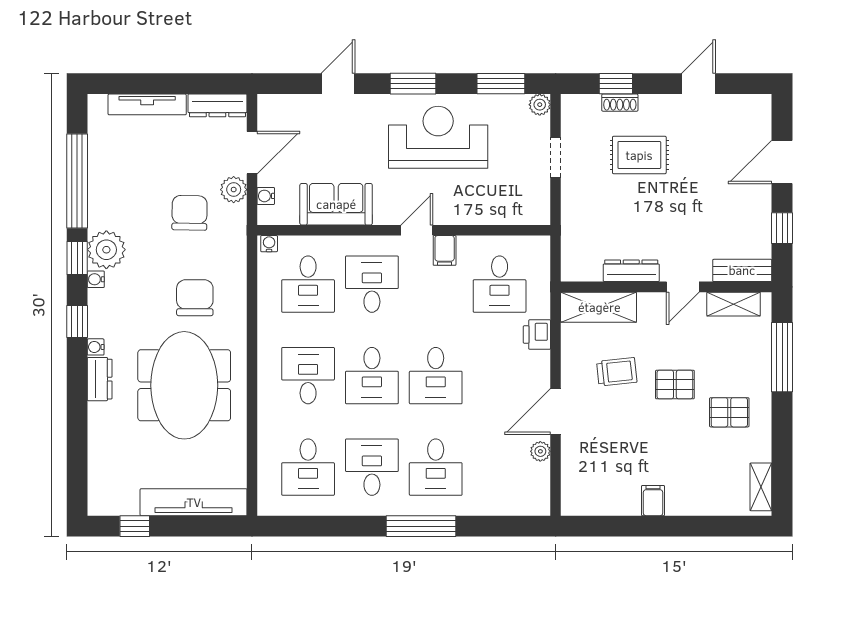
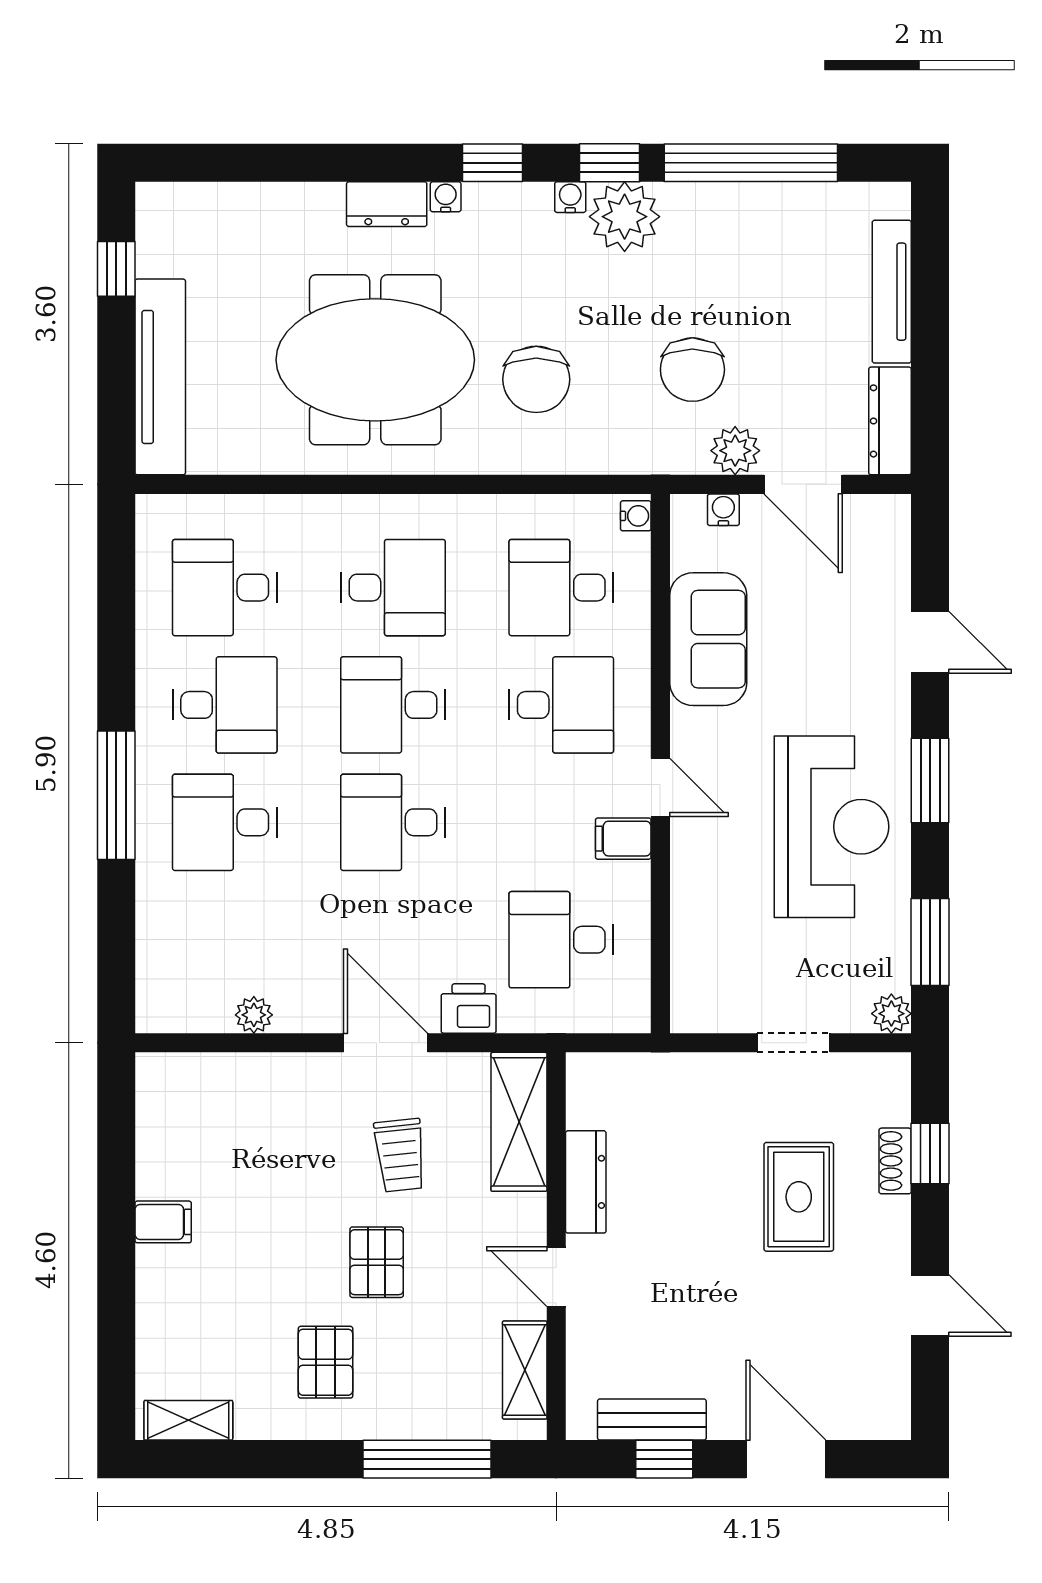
chair: (190, 213) -> (692, 370), turned 89
bench: (742, 270) -> (652, 1420), moved, turned 90
chair: (195, 298) -> (536, 379), turned 90
door: (556, 411) -> (385, 1043), moved

